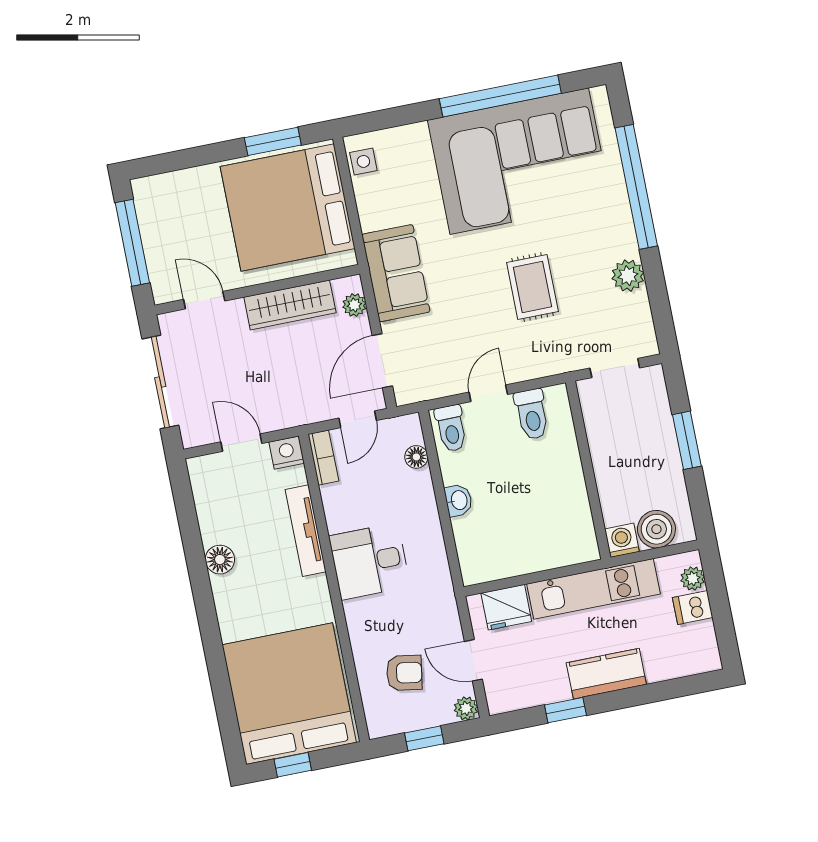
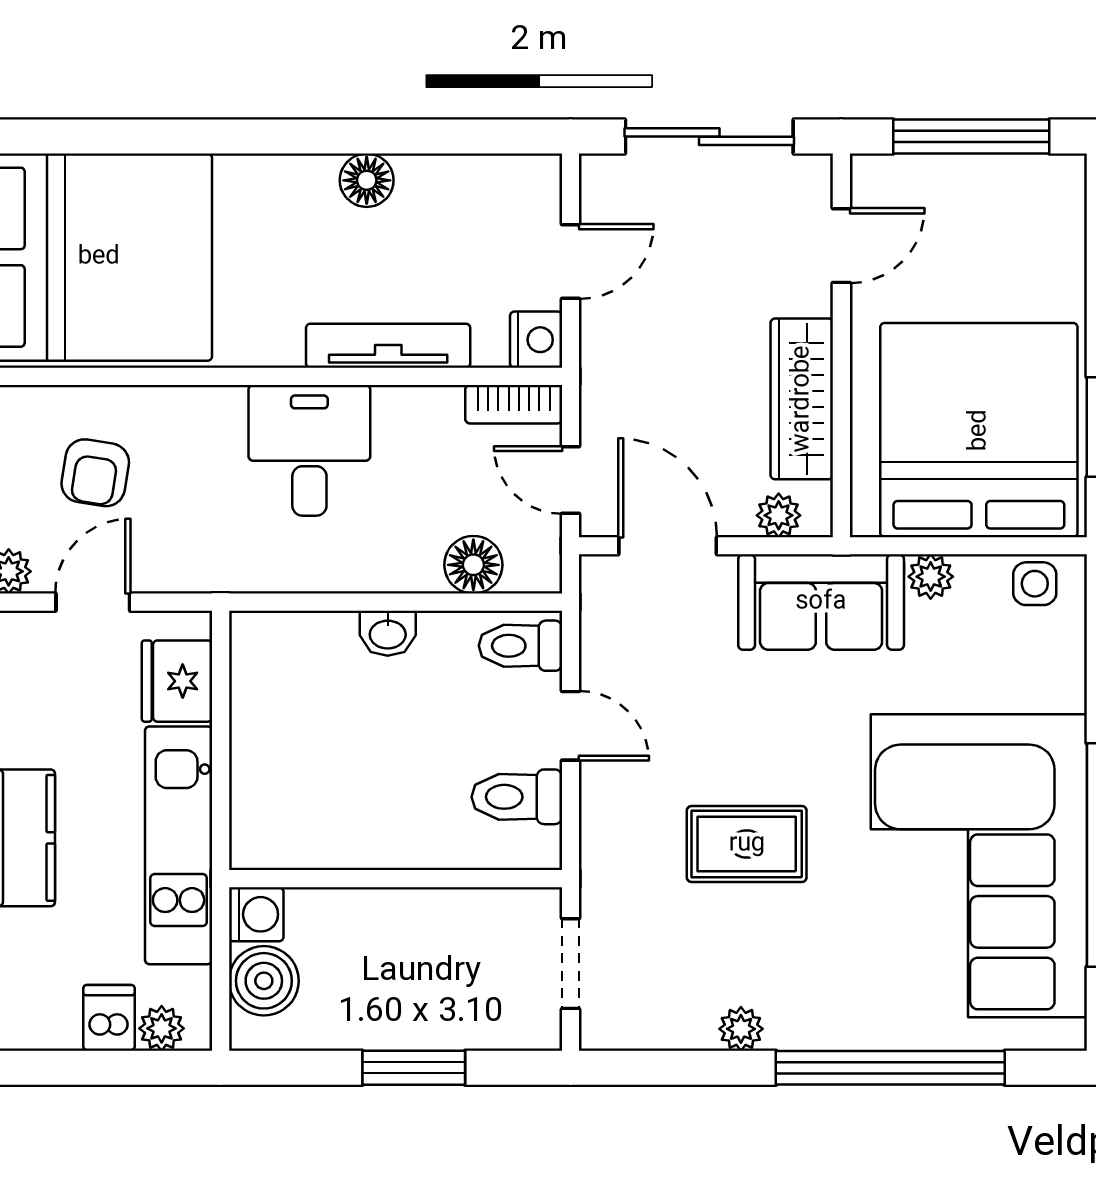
plant: (371, 218) -> (931, 577), added
plant: (628, 276) -> (741, 1029), width x0.73, depth x0.73
floor lamp: (416, 457) -> (473, 565), width x1.37, depth x1.37

